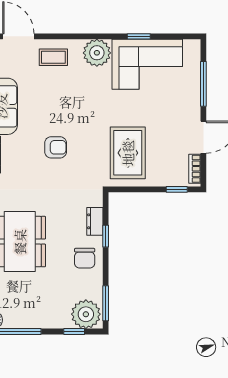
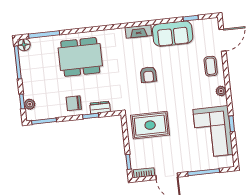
plant: (97, 53) -> (221, 91), width x0.53, depth x0.53
plant: (86, 314) -> (30, 104), width x0.53, depth x0.53

